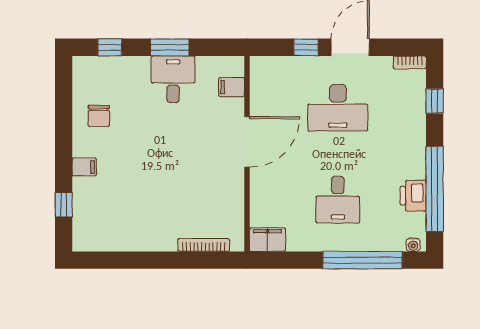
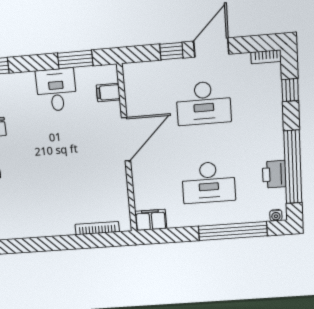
window: (170, 47) -> (75, 59), moved
desk: (338, 200) -> (209, 182), width x1.37

